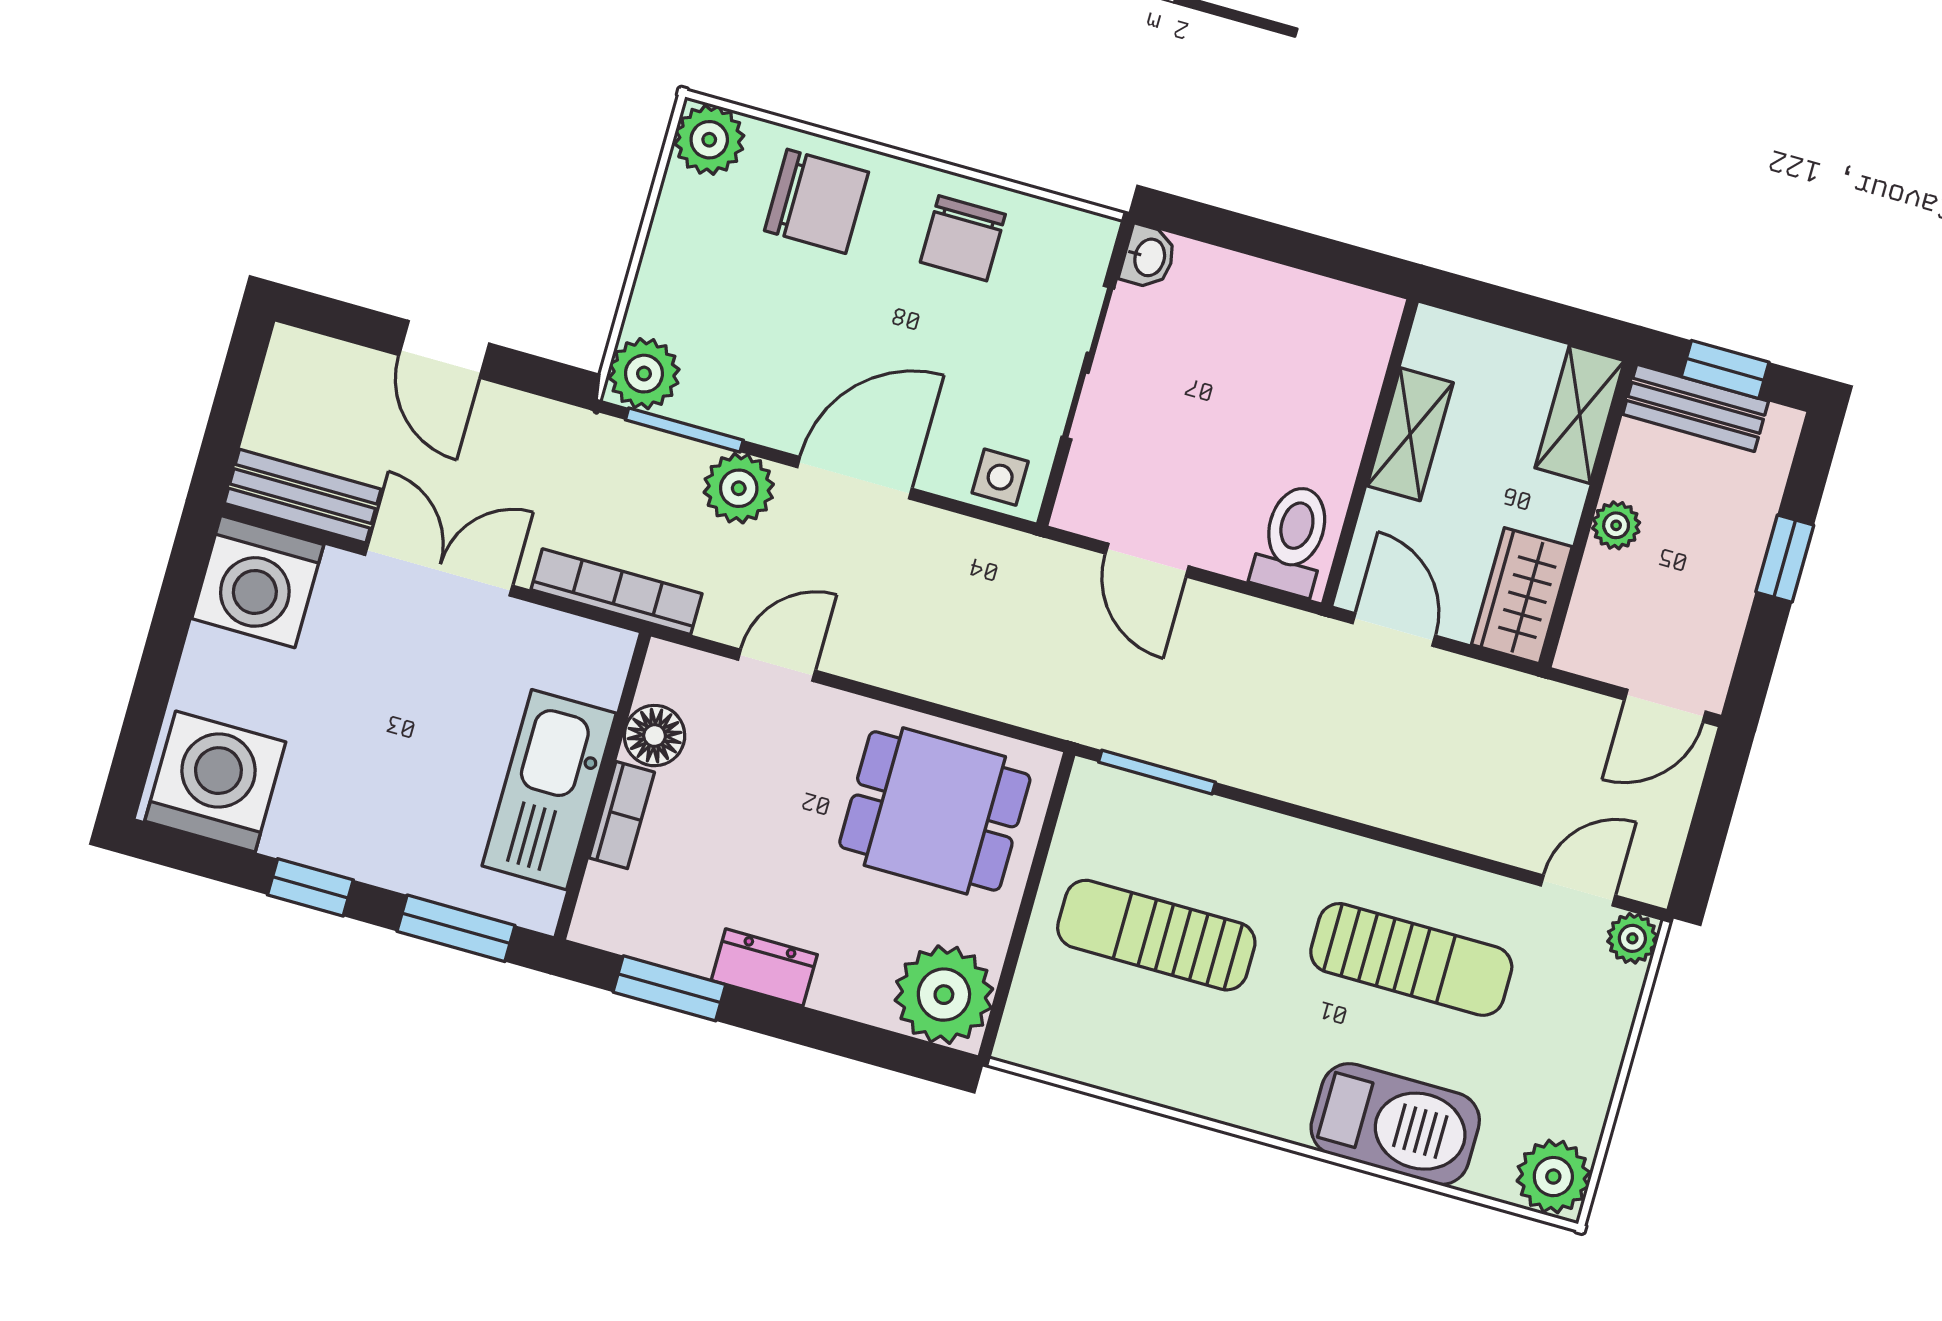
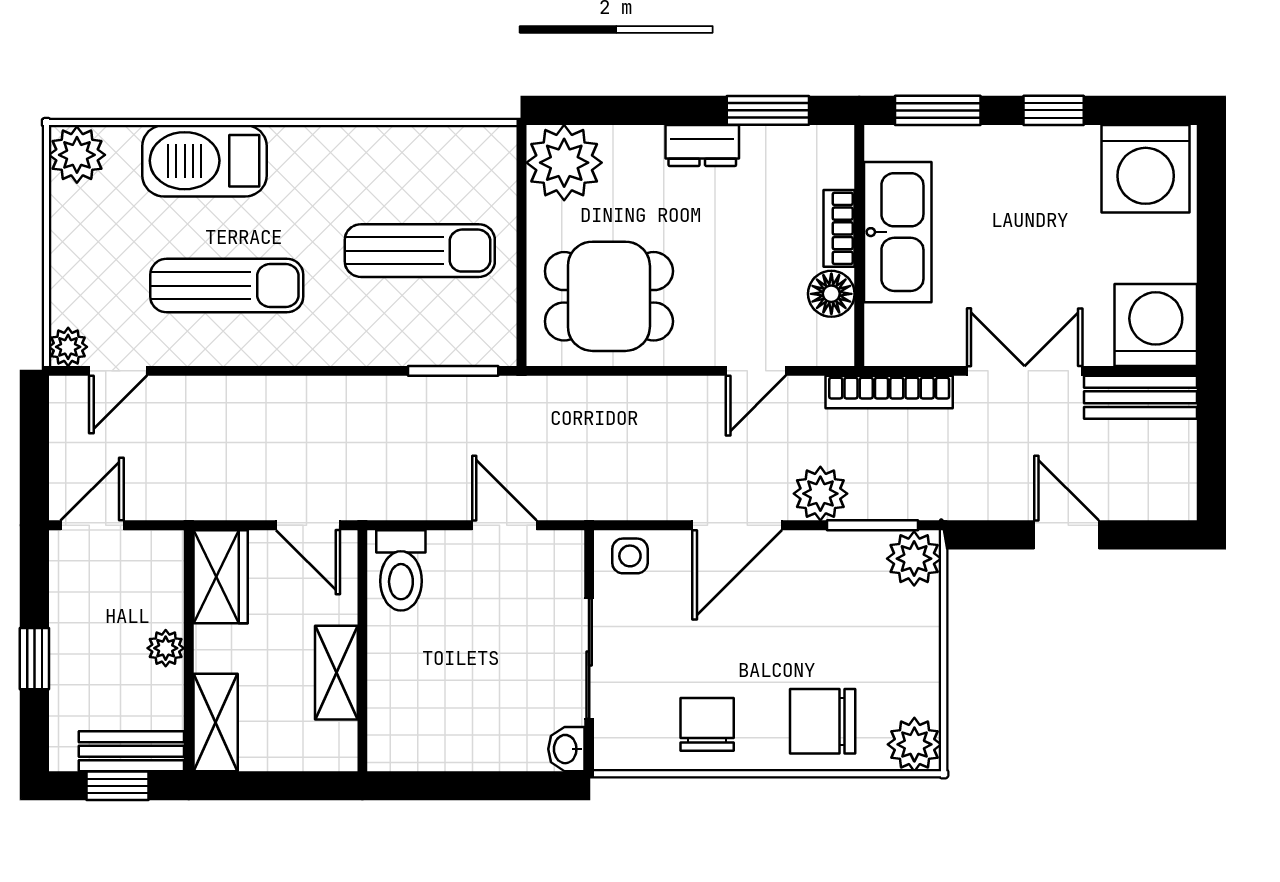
double door: (439, 570) -> (1025, 371), swing flipped
sun lounger: (1411, 959) -> (227, 286), turned 180

